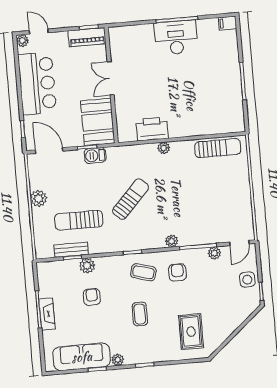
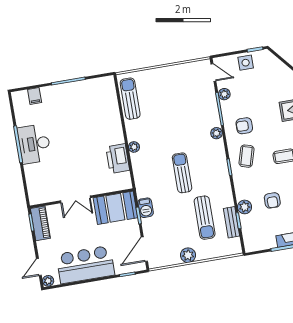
filing cabinet: (228, 23) -> (35, 96), moved
sun lounger: (131, 199) -> (182, 173), turned 47
armchair: (92, 297) -> (272, 200), turned -90

